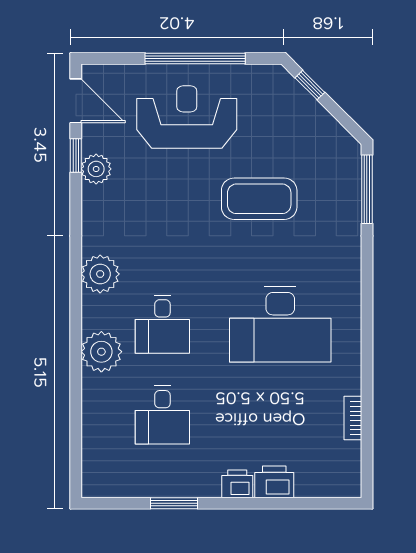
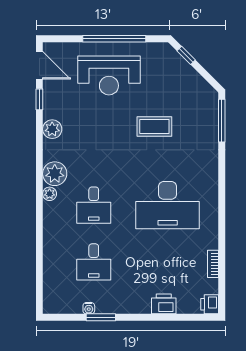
reception desk: (187, 117) -> (109, 75), turned 180
plant: (96, 169) -> (52, 129), moved
coffee table: (259, 199) -> (154, 127), width x0.73, depth x0.76
plant: (101, 352) -> (50, 194), moved, width x0.53, depth x0.53
printer: (237, 484) -> (210, 304), moved, turned -90
water cooler: (155, 489) -> (89, 308), added

